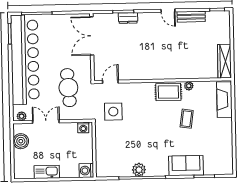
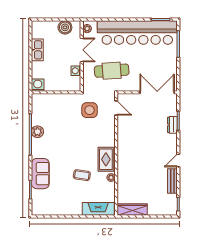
washing machine: (83, 128) -> (76, 71), moved

